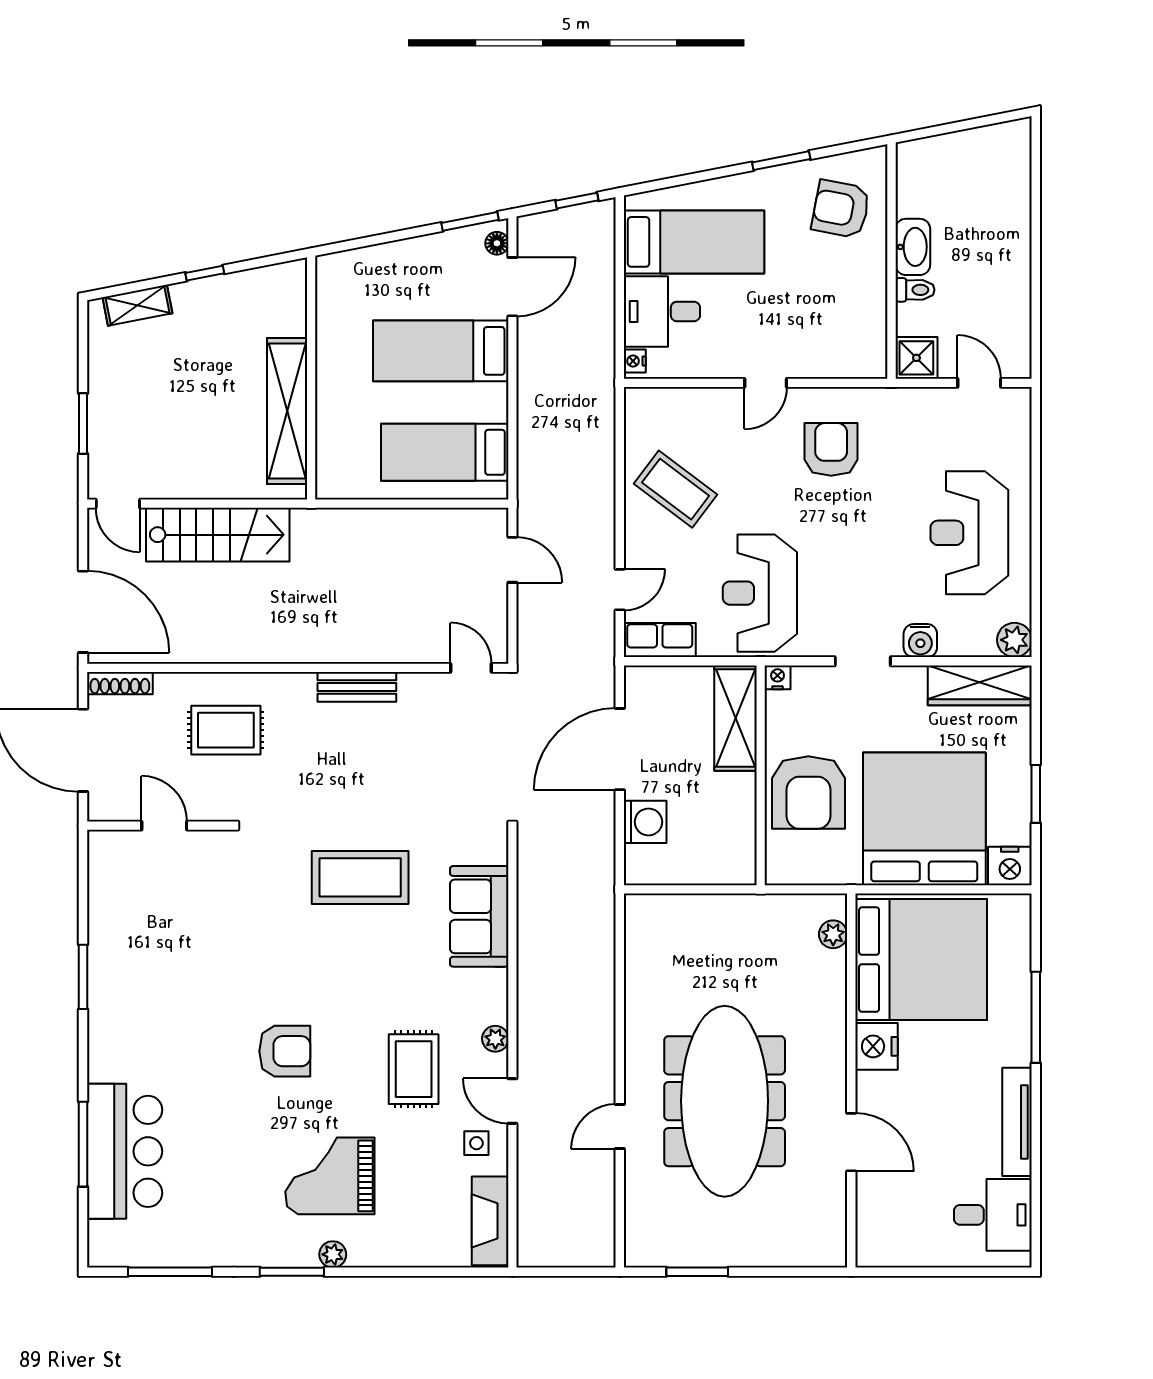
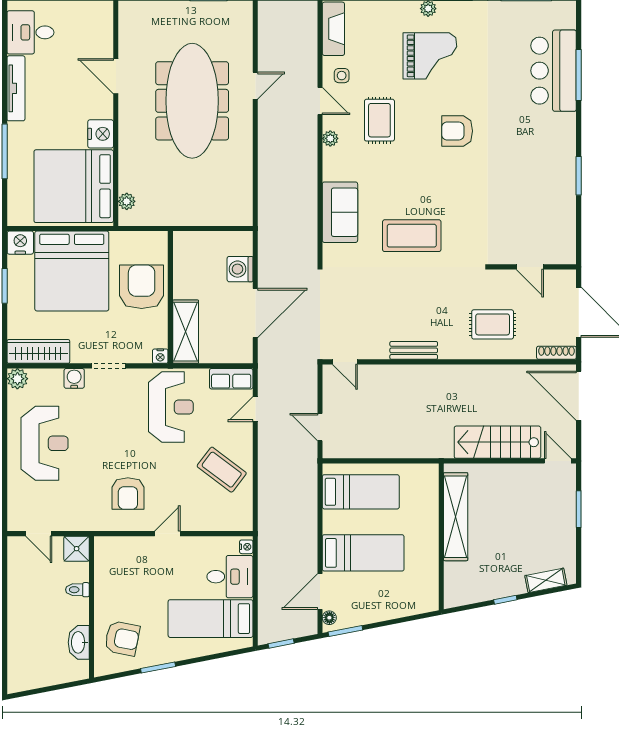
washbasin: (913, 247) -> (79, 642), moved

